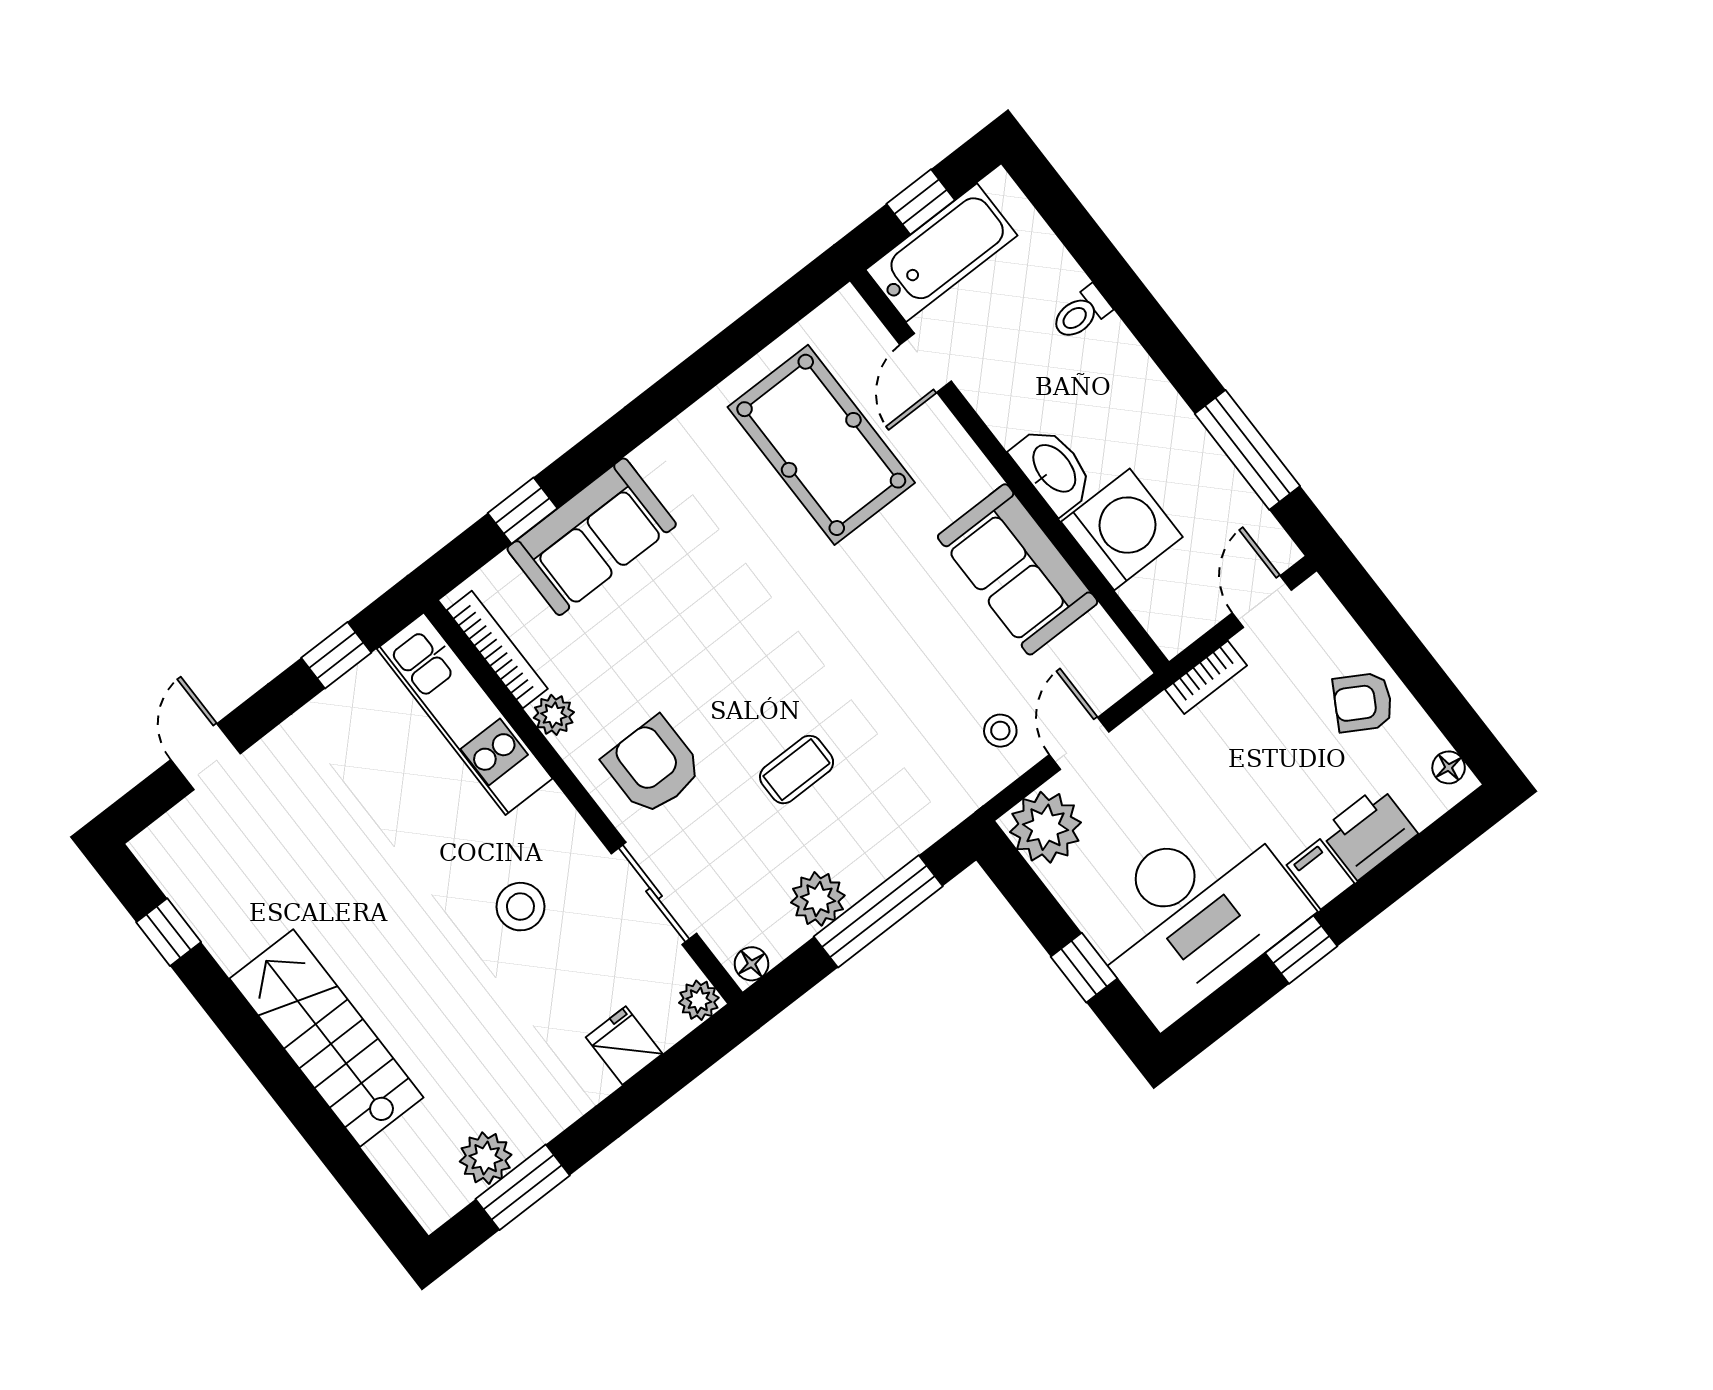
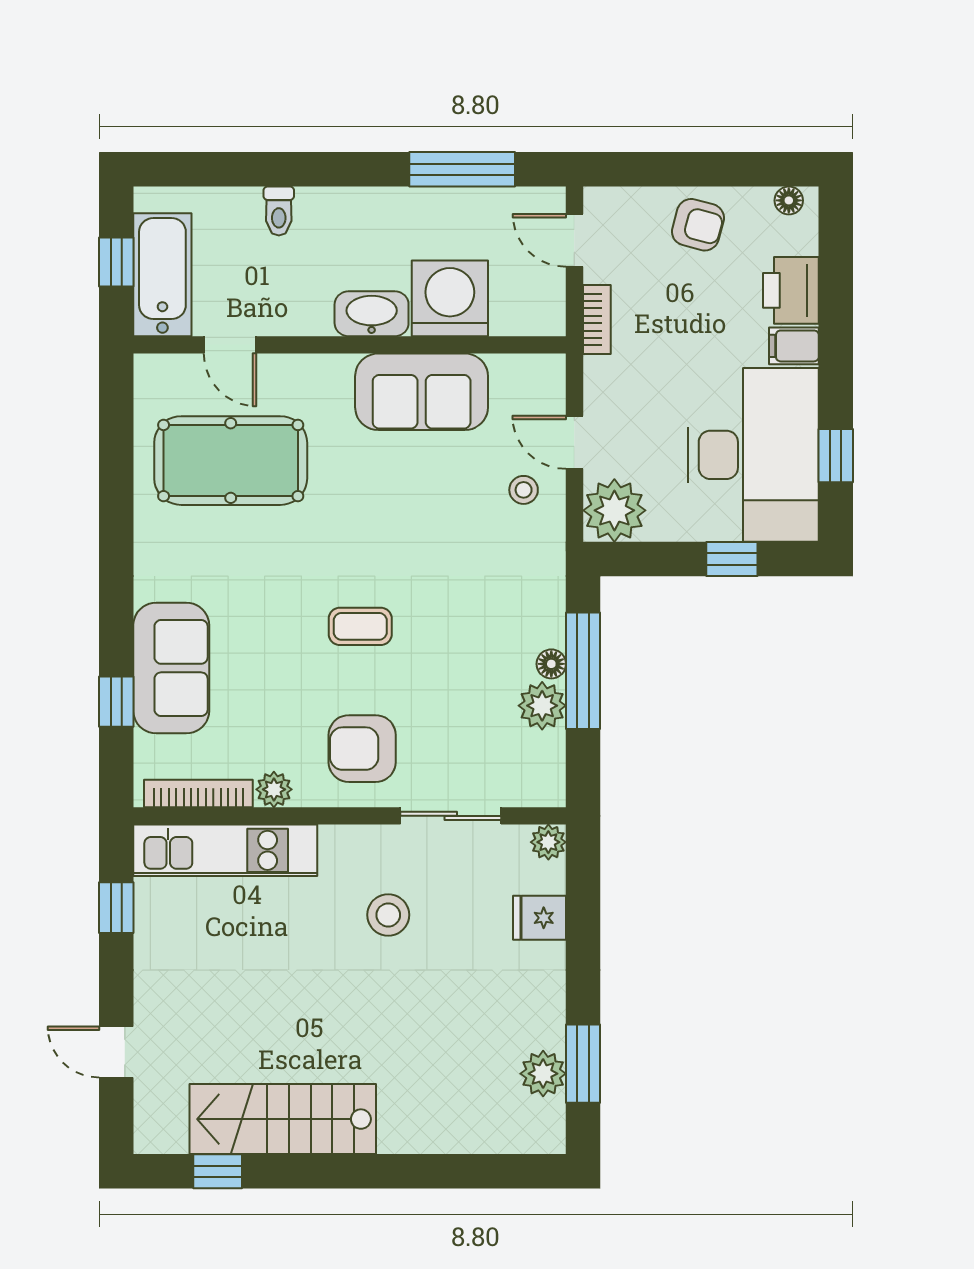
armchair: (1363, 702) -> (698, 225), turned -105
coffee table: (797, 770) -> (360, 626), moved, turned 90
window: (1301, 950) -> (836, 456), moved
floor lamp: (751, 964) -> (551, 664), moved
stairs: (327, 1038) -> (283, 1119), moved

